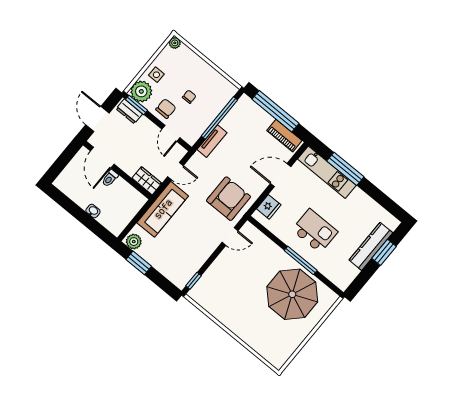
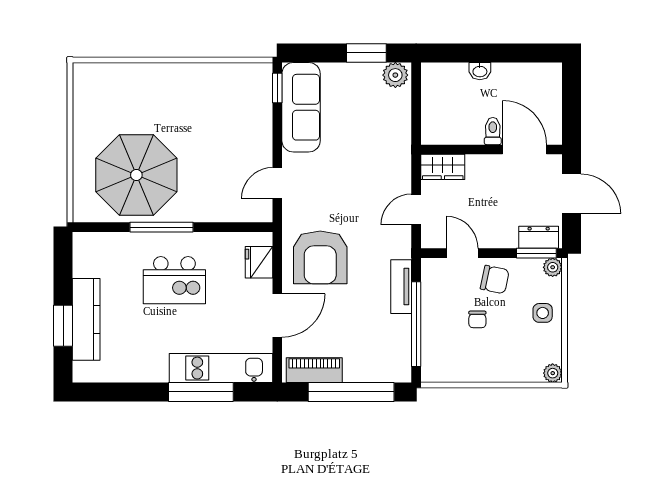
plant: (141, 91) -> (553, 267), width x0.53, depth x0.53
chair: (166, 109) -> (495, 280), turned -78
armchair: (229, 199) -> (320, 257), moved
sofa: (163, 209) -> (301, 107), moved, turned 180

